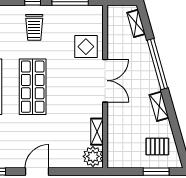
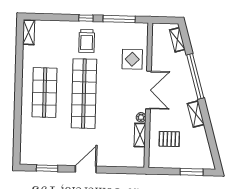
shop shelf: (33, 87) -> (84, 94), width x1.40
pallet: (157, 146) -> (169, 139), moved
plant: (93, 156) -> (141, 117), moved, width x0.53, depth x0.53

